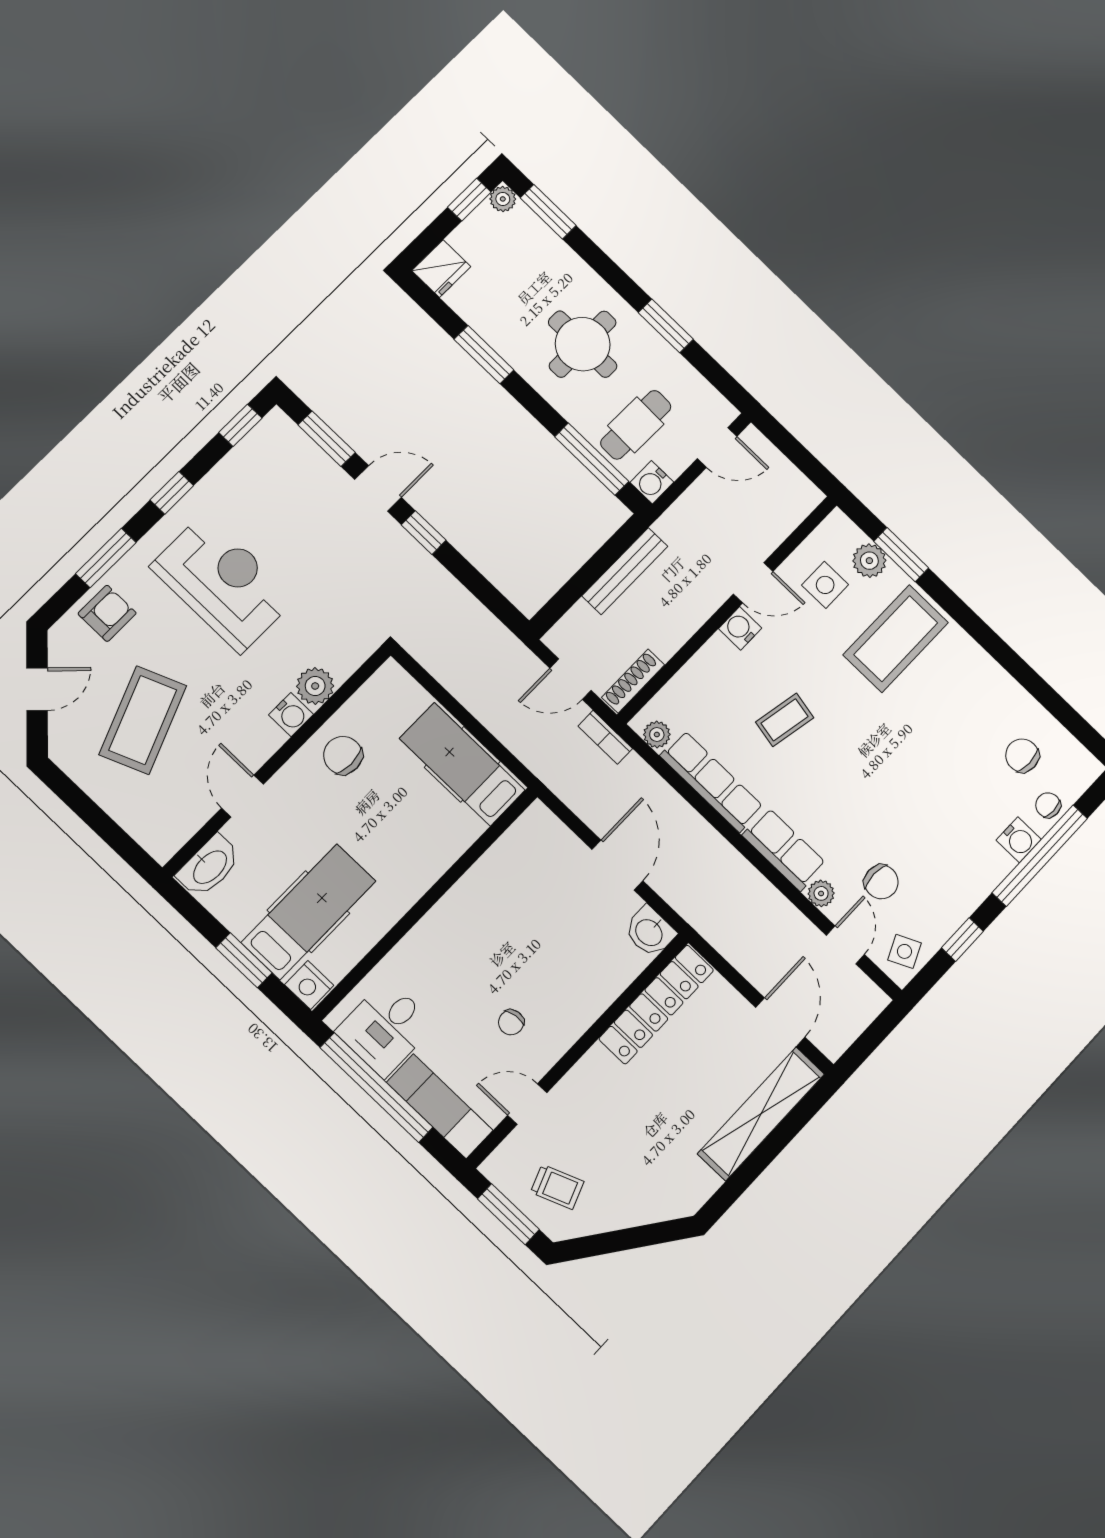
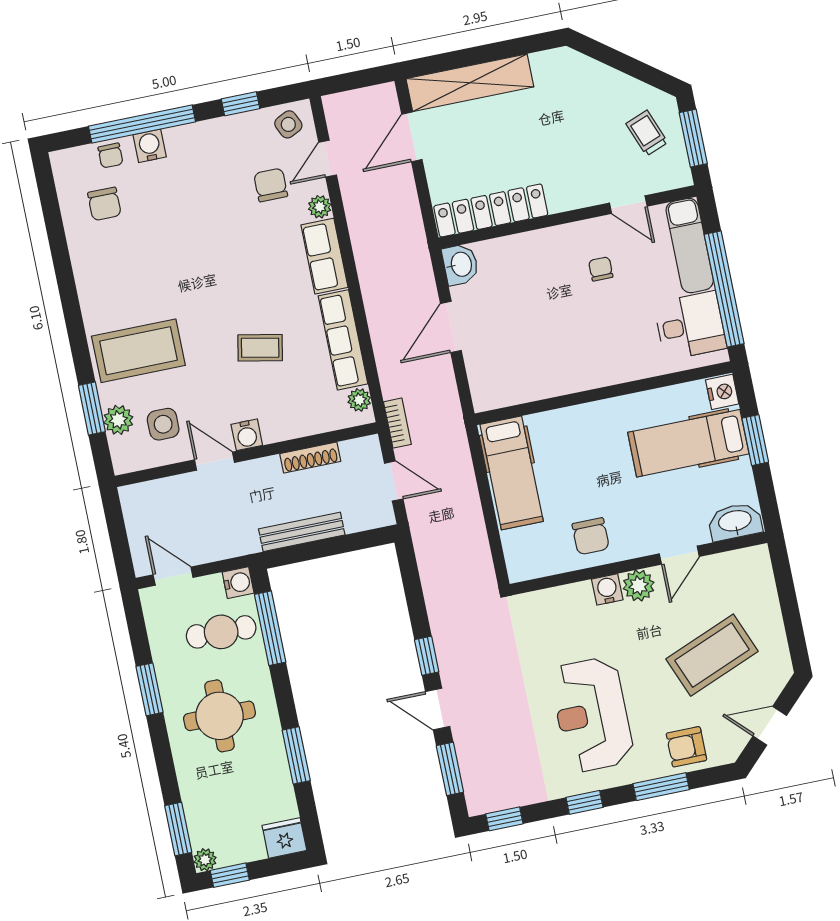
shoe rack: (633, 681) -> (310, 458), moved
plant: (315, 686) -> (639, 586), moved
chair: (511, 1022) -> (601, 269), turned -82

